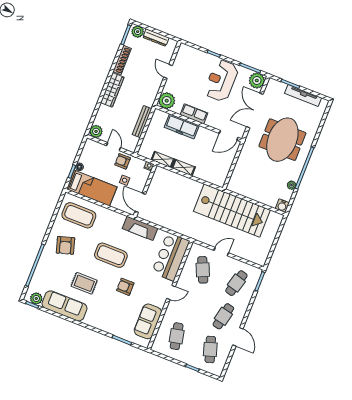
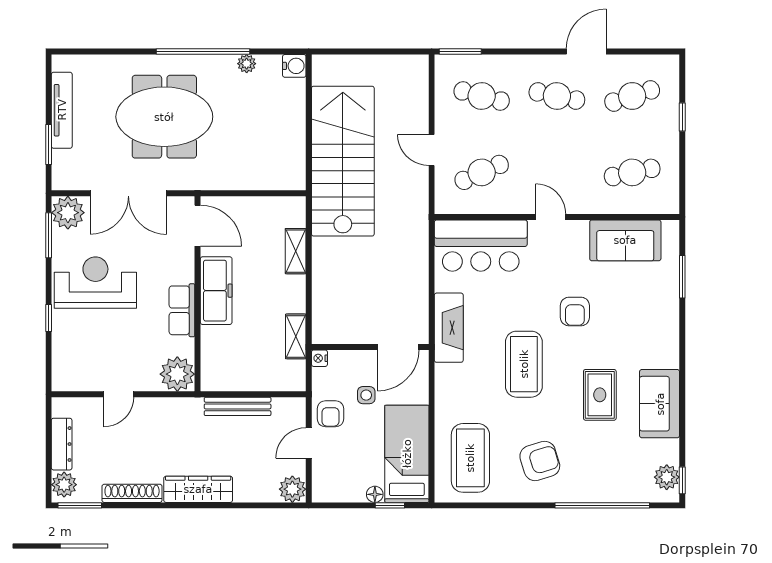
reception desk: (221, 80) -> (95, 283), turned 180
freezer: (182, 126) -> (216, 291), moved
shelving: (184, 168) -> (296, 251), moved
sofa: (64, 306) -> (660, 404), width x0.73

